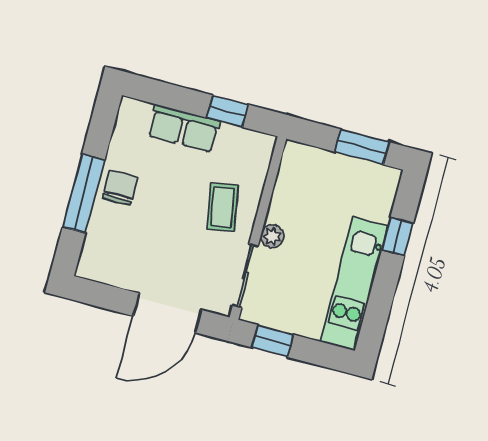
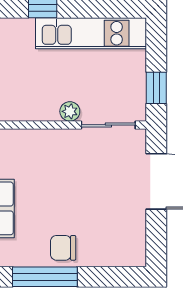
window: (84, 194) -> (45, 277), moved
coffee table: (223, 207) -> (57, 159), removed

